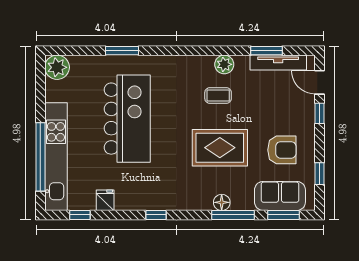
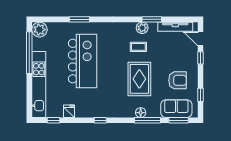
window: (266, 51) -> (152, 19), moved
rug: (220, 148) -> (139, 79), turned 90
window: (40, 157) -> (29, 53), moved

